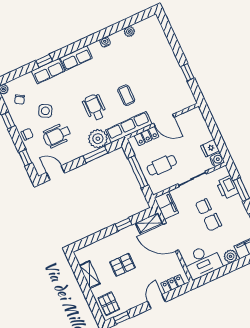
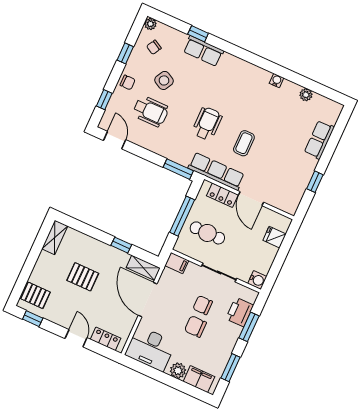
row of seats: (76, 58) -> (319, 140), moved, turned 90
window: (44, 61) -> (198, 34), moved
wheelchair: (57, 135) -> (151, 111), turned 180
plant: (98, 139) -> (181, 152), removed
fridge: (210, 148) -> (274, 237), moved
window: (95, 155) -> (178, 169), moved
filing cabinet: (166, 205) -> (177, 263), width x0.50
shelving: (90, 275) -> (55, 237), moved
door: (156, 302) -> (76, 338), hinge flipped
pallet: (109, 304) -> (35, 295), turned 90

